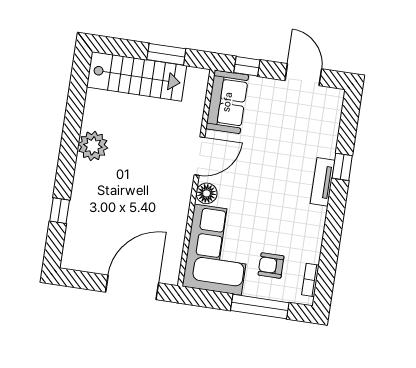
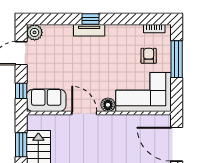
plant: (332, 100) -> (35, 32), added
window: (342, 167) -> (91, 19), moved
armchair: (271, 265) -> (149, 56), turned 180

